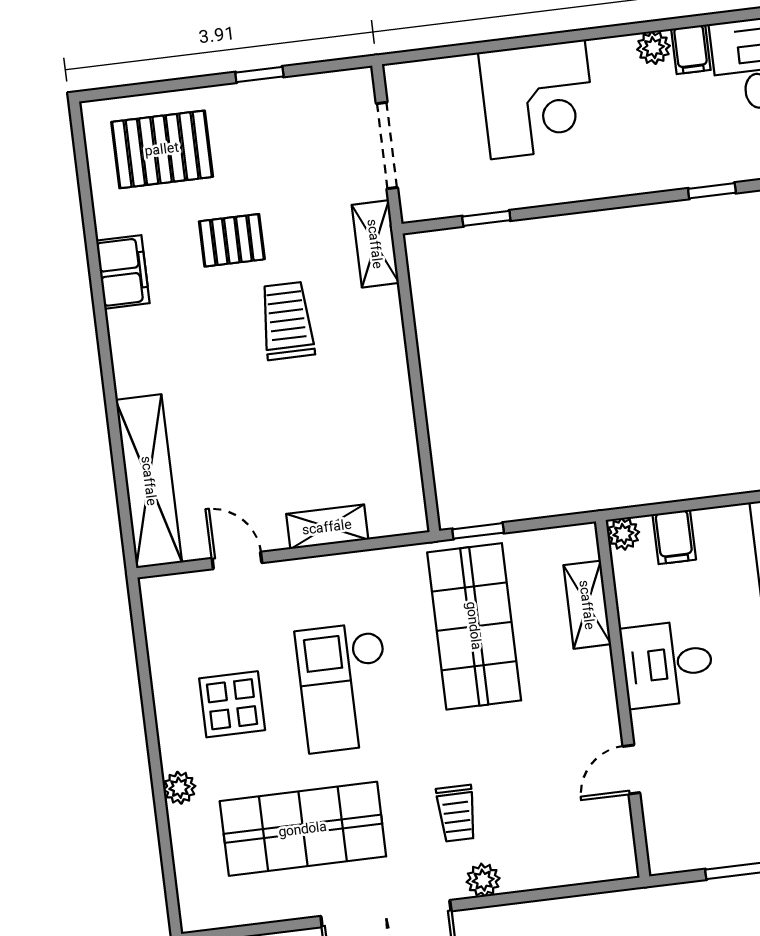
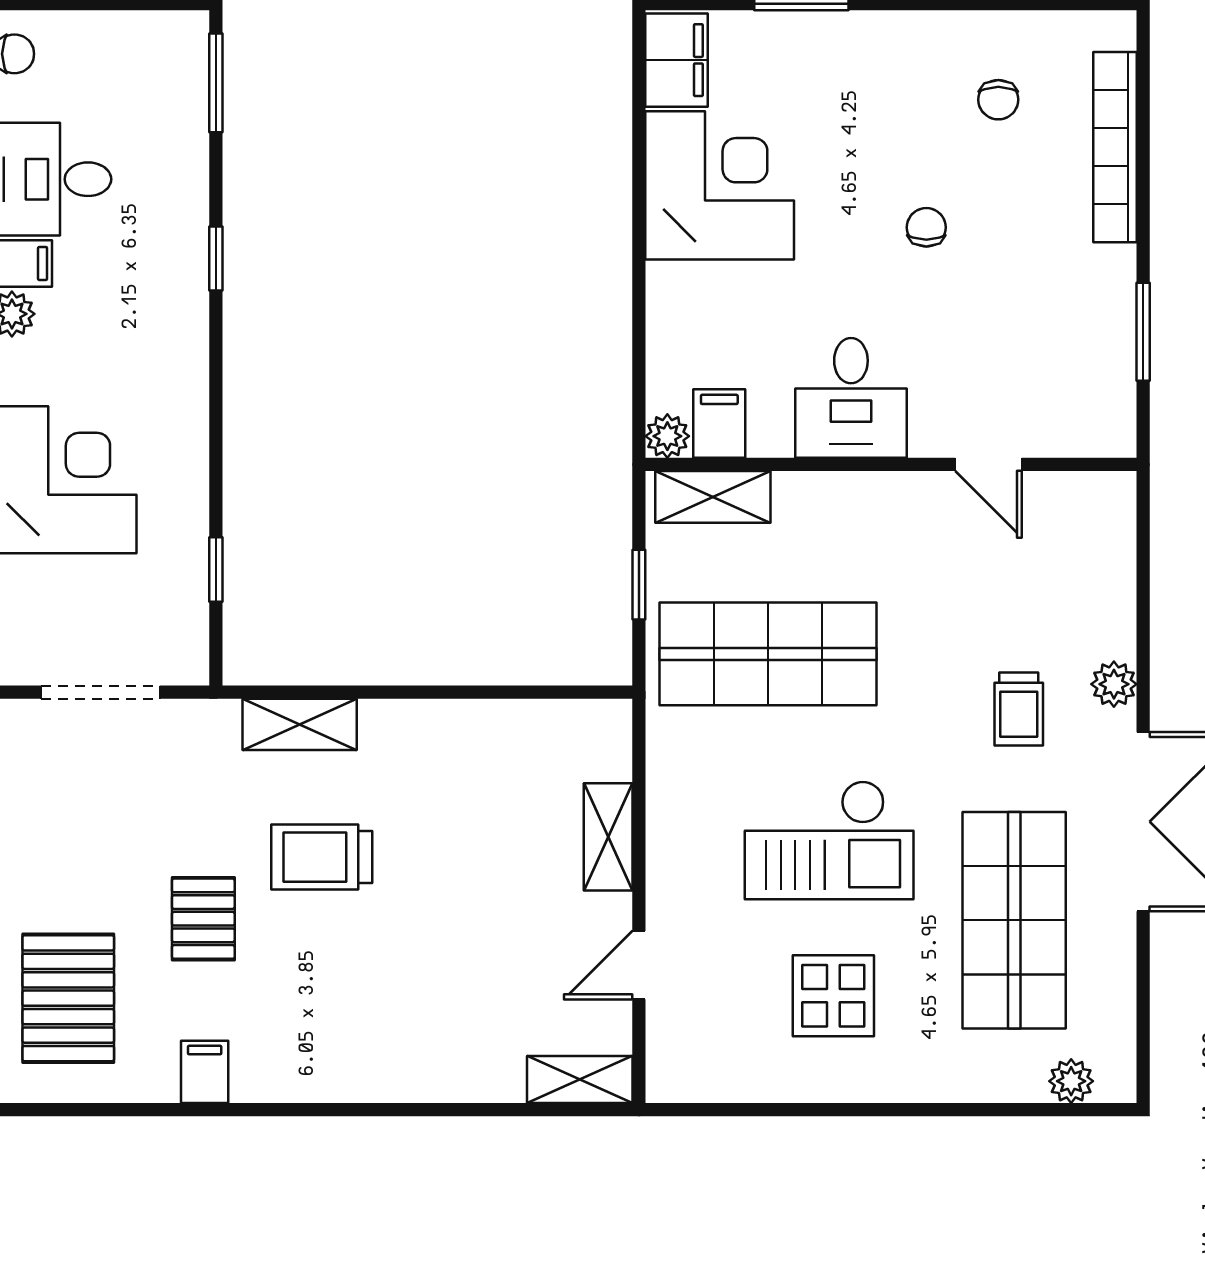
shelving: (375, 244) -> (300, 724), moved
filing cabinet: (123, 272) -> (205, 1072), width x0.50
shelving: (149, 481) -> (580, 1080), width x0.45, depth x0.75
window: (478, 531) -> (639, 585), moved
filing cabinet: (674, 537) -> (719, 424), moved, turned -90
shelving: (587, 605) -> (713, 497), moved
plant: (179, 788) -> (1071, 1081), moved
trolley: (457, 813) -> (1019, 709), turned 90

